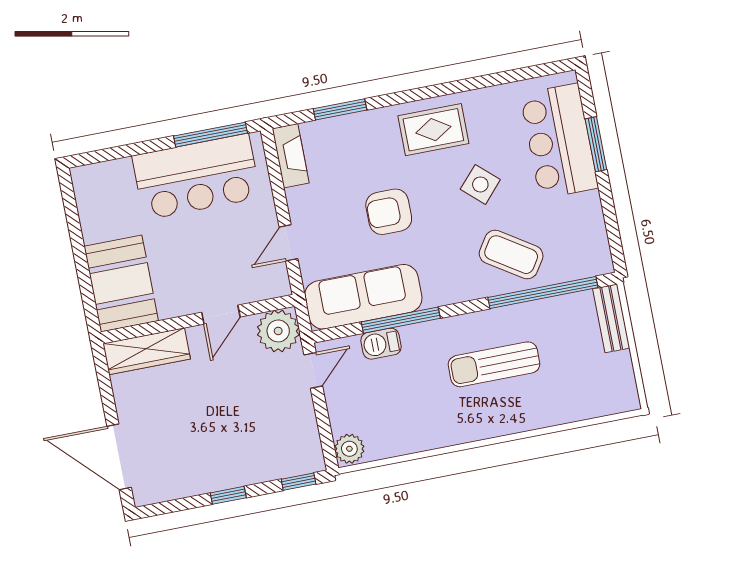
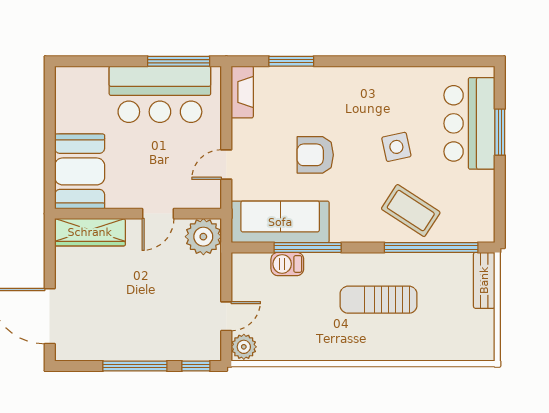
rug: (433, 130) -> (366, 93), removed
side table: (480, 184) -> (396, 147), turned 36
door: (313, 370) -> (226, 316), moved
window: (228, 495) -> (135, 366), width x2.17

